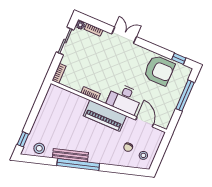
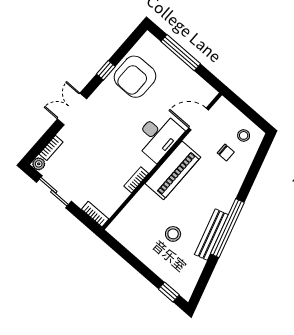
window: (179, 59) -> (106, 70), moved
armchair: (159, 70) -> (135, 77), turned 180
stool: (39, 148) -> (173, 234), moved

